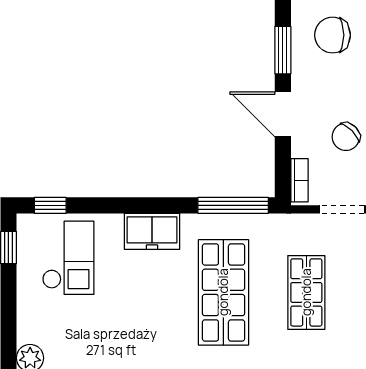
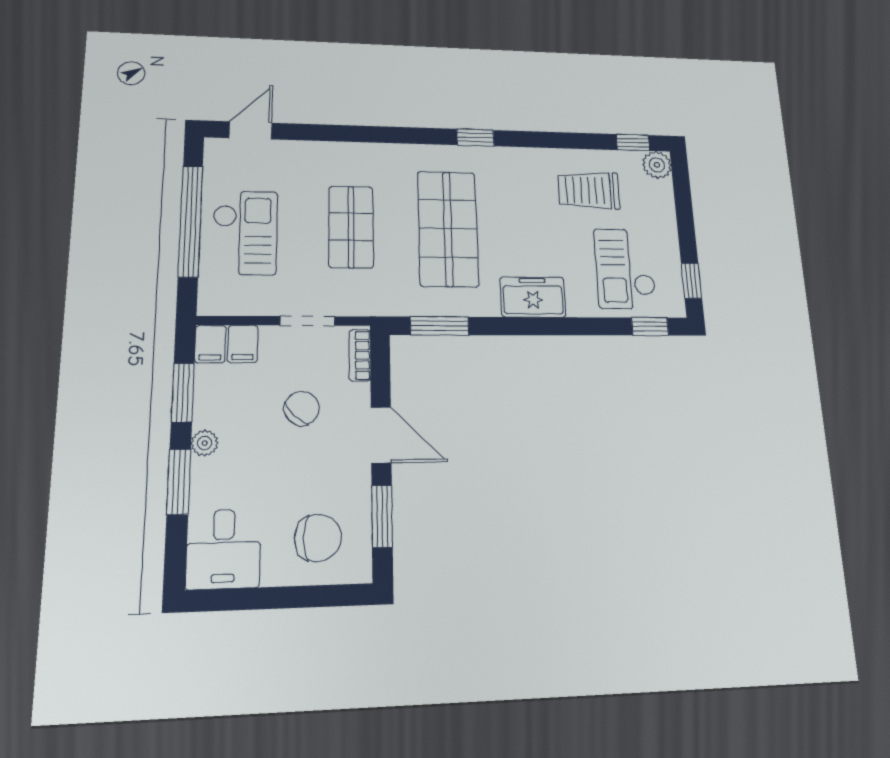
window: (233, 205) -> (440, 326), width x0.69
trolley: (96, 331) -> (589, 190), added

